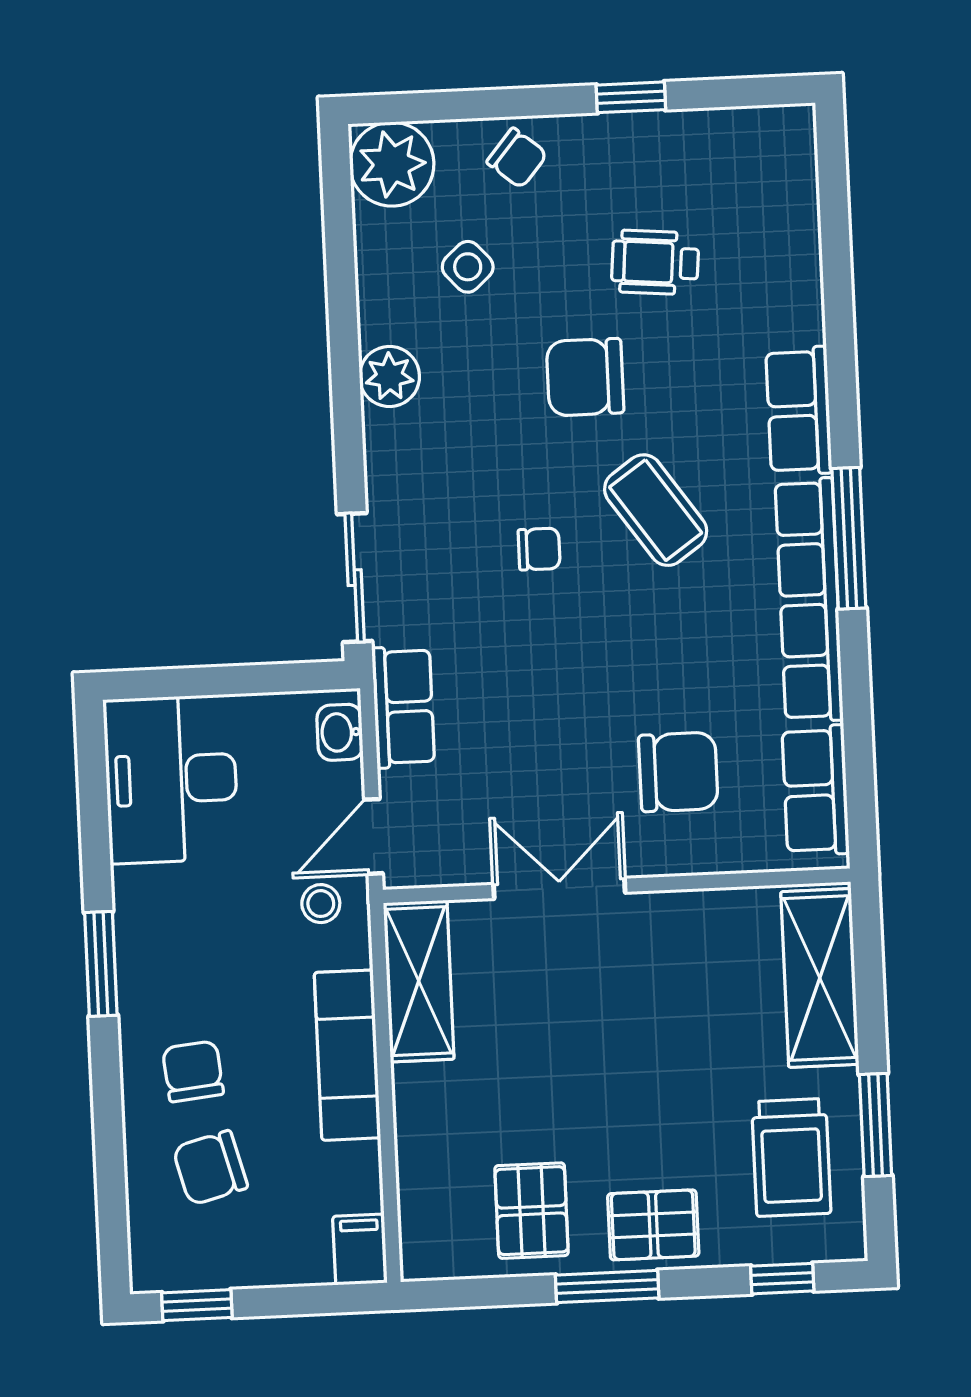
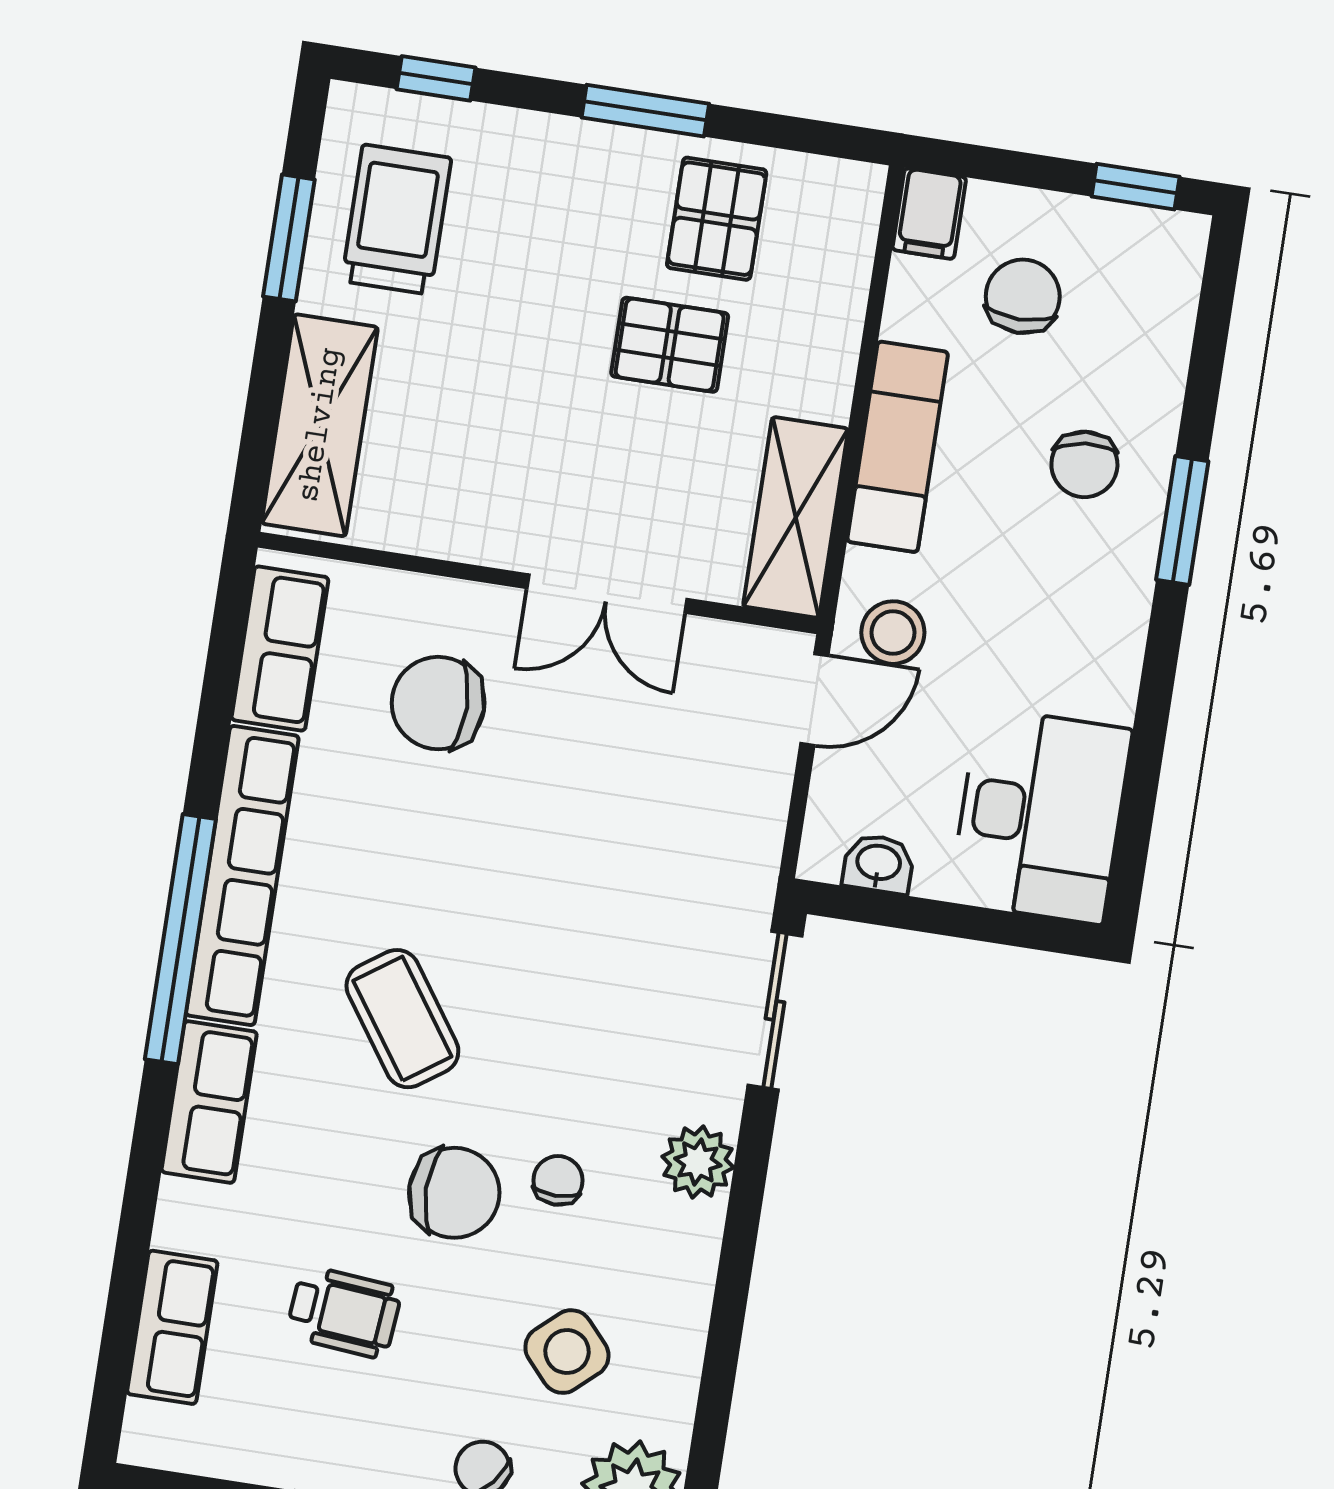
side table: (468, 267) -> (567, 1352), width x1.37, depth x1.37
plant: (389, 376) -> (698, 1162), moved
window: (849, 538) -> (180, 939), width x1.46
chair: (539, 549) -> (558, 1180), moved, turned 90
row of seats: (403, 707) -> (172, 1327), moved, turned 180
washbasin: (340, 732) -> (878, 864), moved, turned -90
stool: (321, 904) -> (893, 633), width x1.37, depth x1.37
window: (101, 964) -> (1182, 520), moved
chair: (210, 1168) -> (1023, 296), moved, turned -75
pallet: (653, 1225) -> (670, 345), moved

